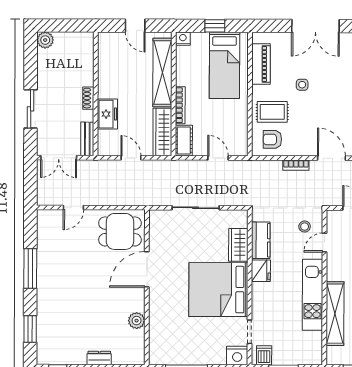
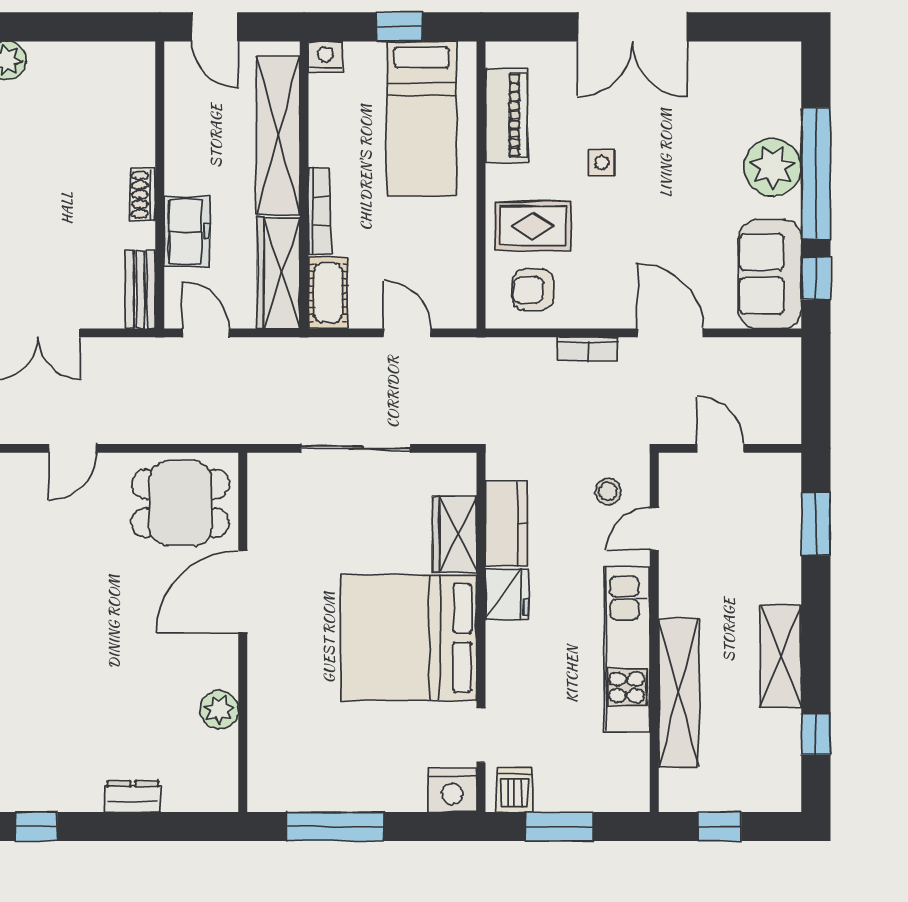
wall: (96, 94) -> (160, 185), moved
shoe rack: (88, 98) -> (143, 195), moved
freezer: (107, 114) -> (187, 232), moved
bench: (87, 139) -> (140, 289), moved

